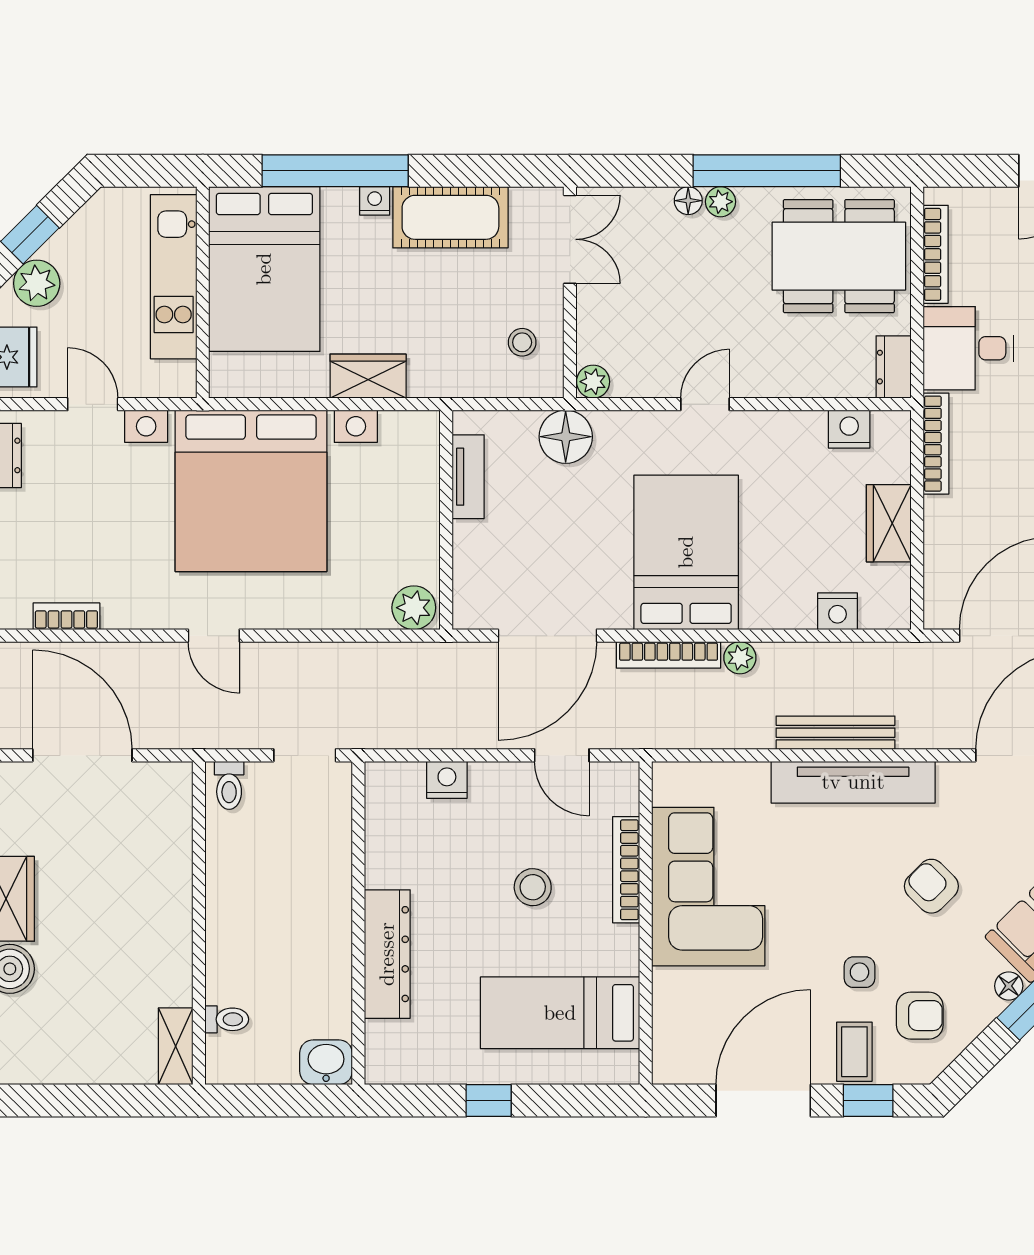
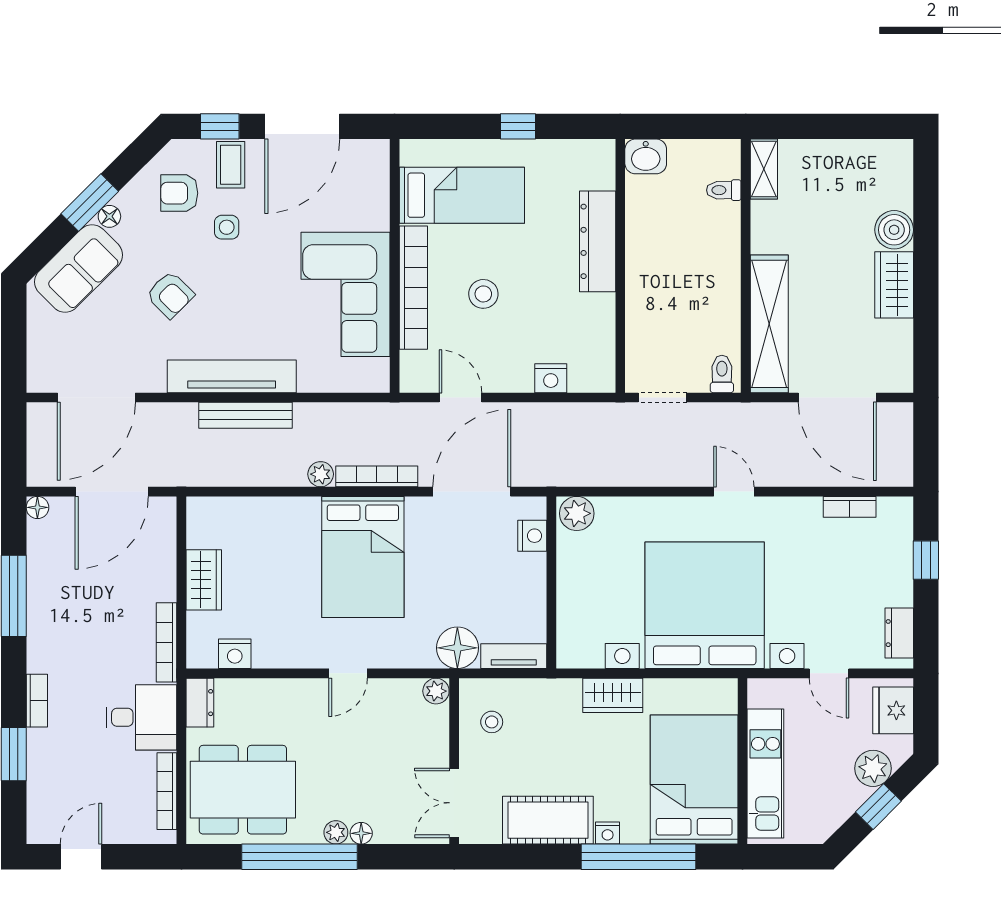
tv unit: (468, 477) -> (514, 656), moved, turned 90
nightstand: (837, 611) -> (532, 536), moved, turned 90
shelving: (169, 849) -> (769, 324), added
bookcase: (626, 870) -> (413, 288), width x1.48, depth x1.31

